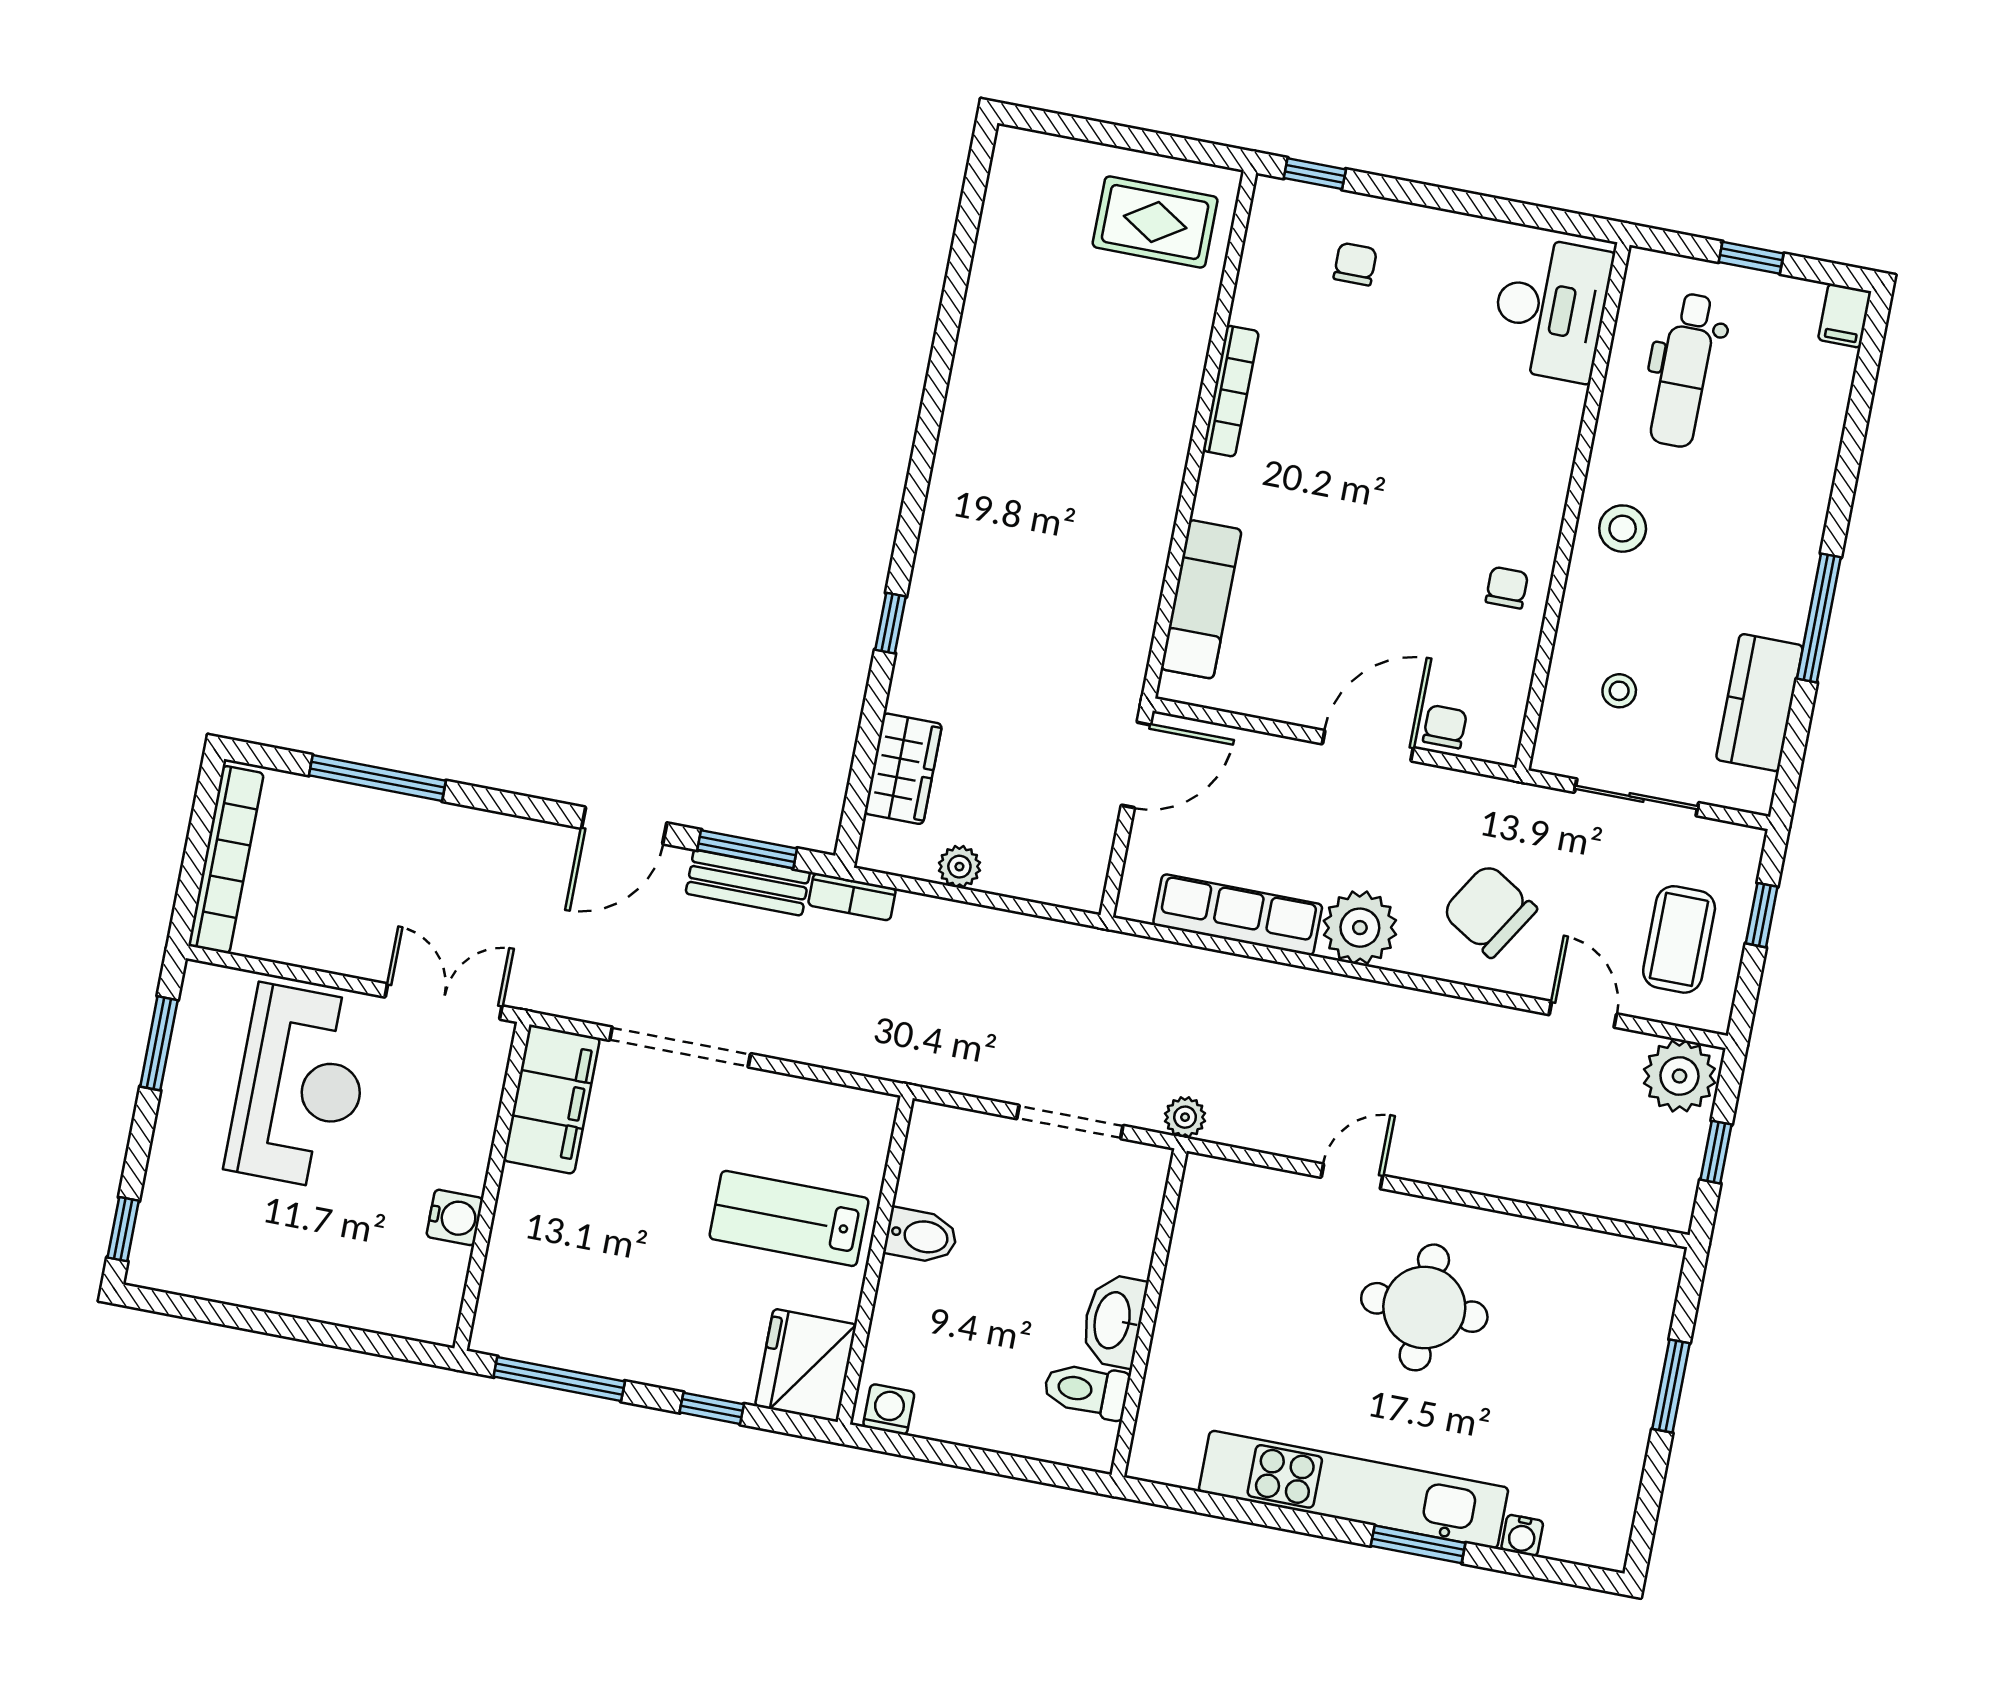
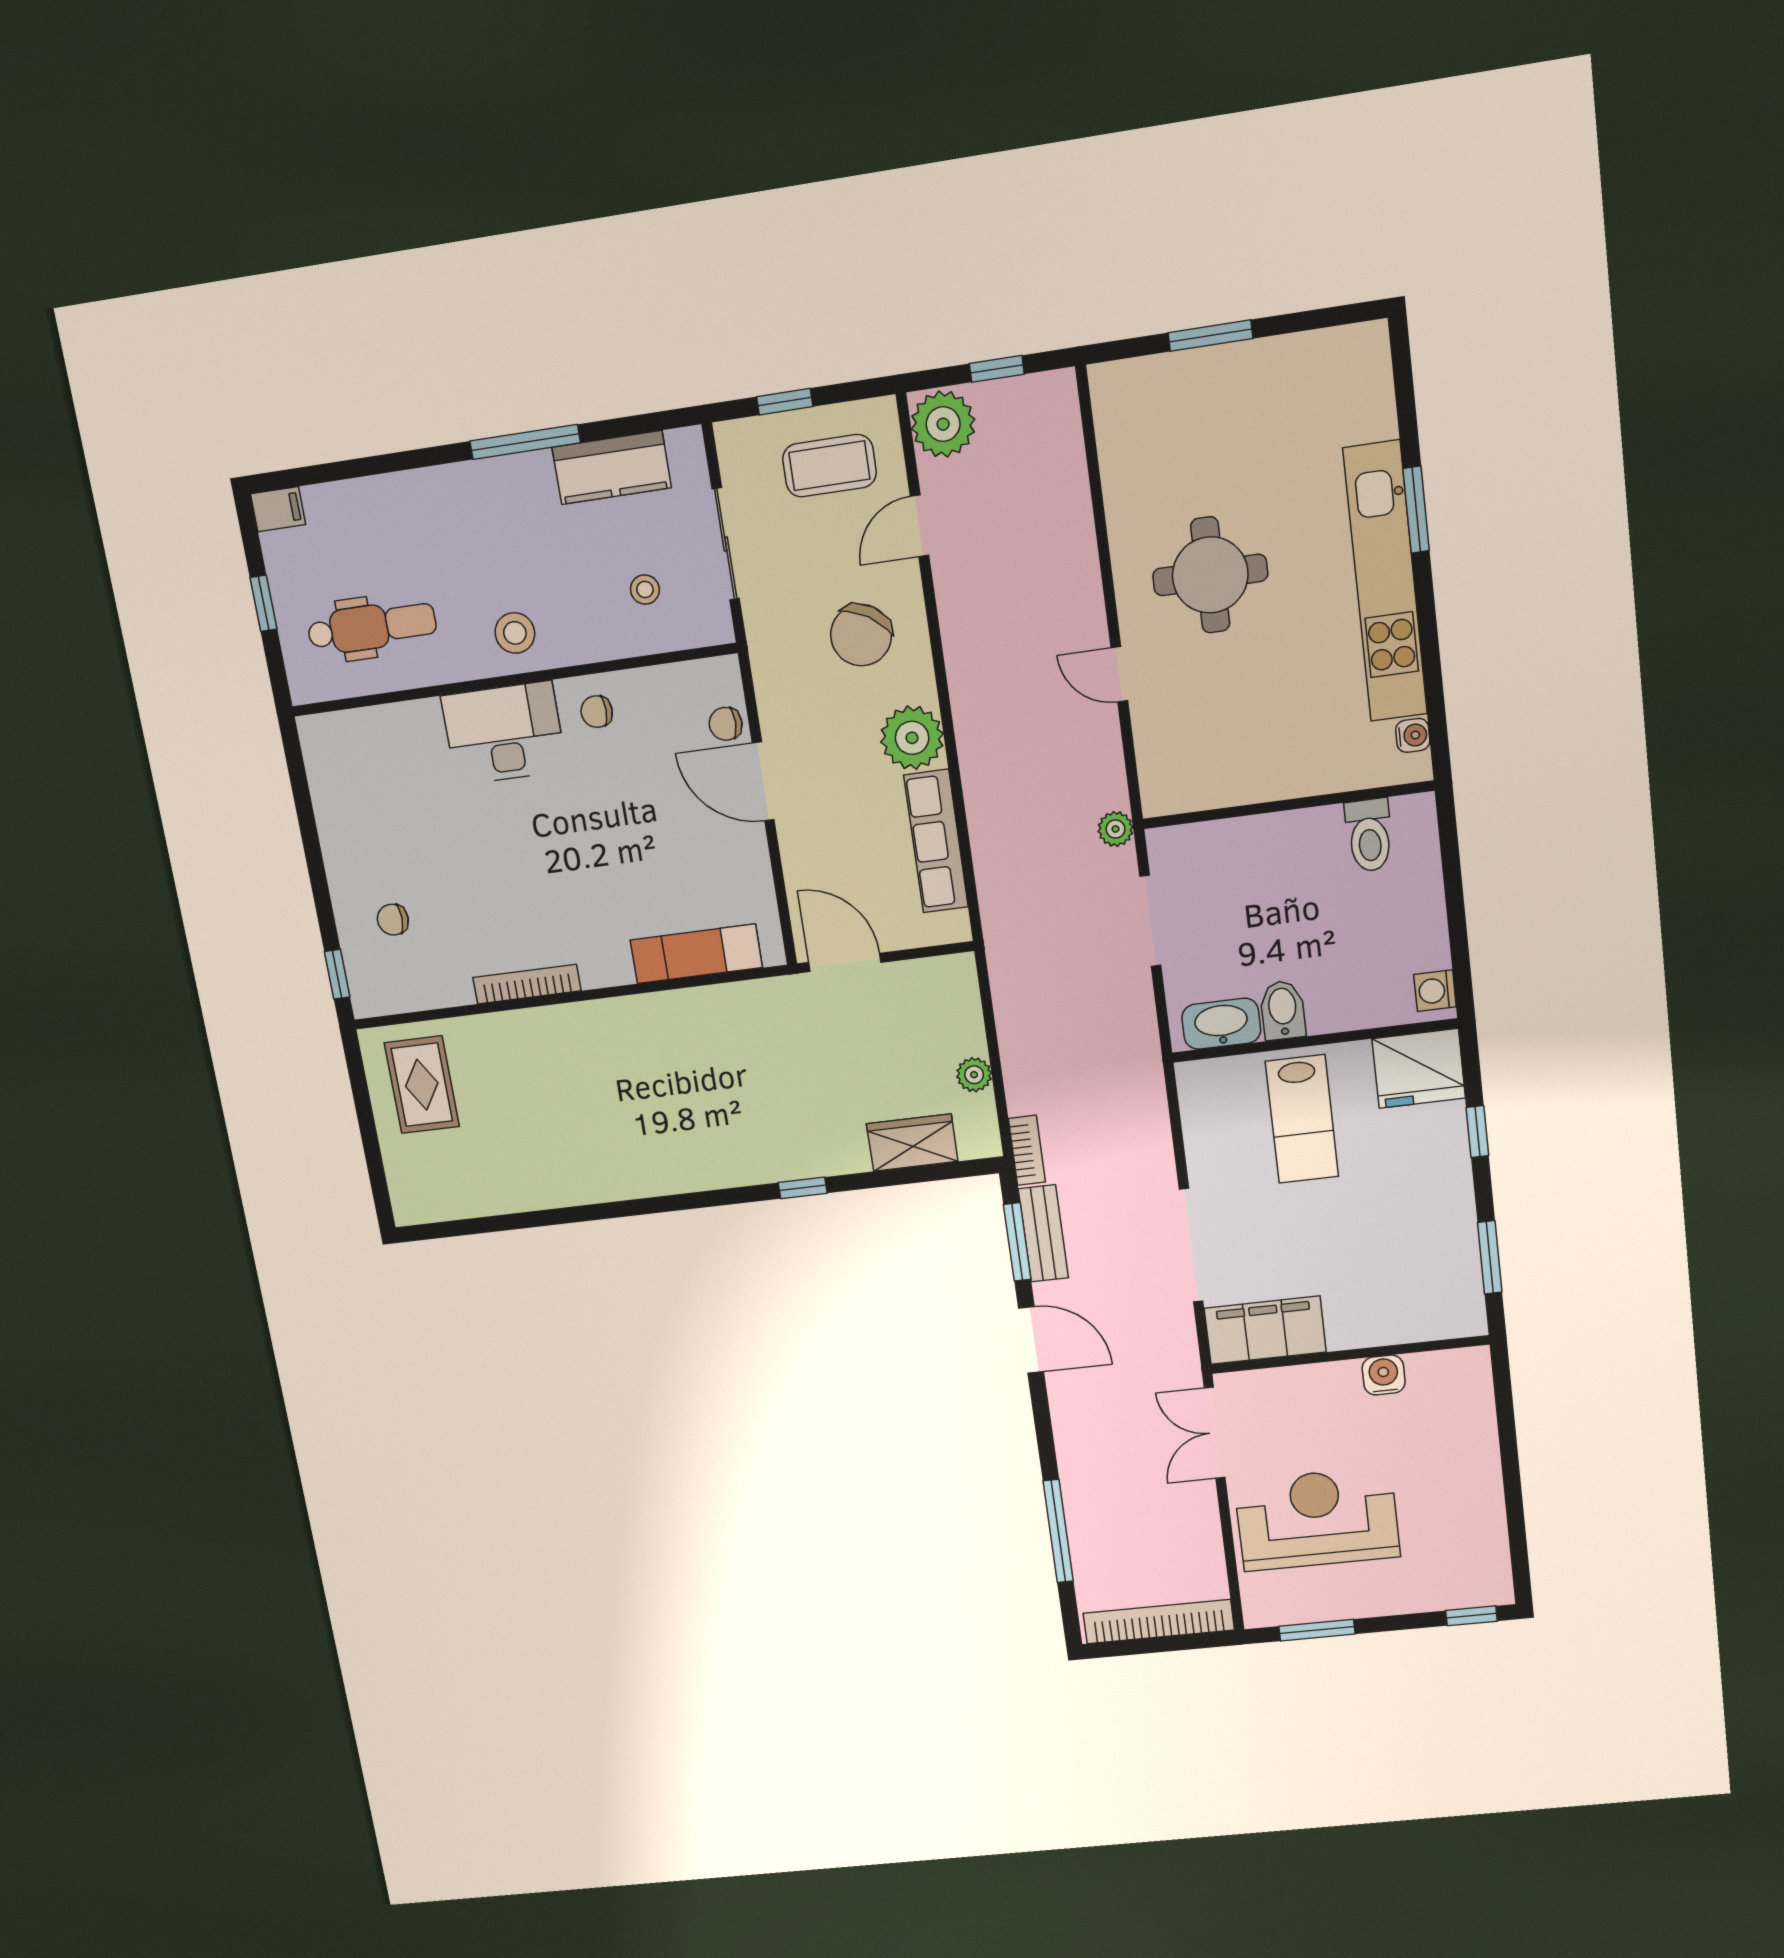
desk: (1551, 309) -> (504, 733), moved
washbasin: (1114, 1321) -> (1221, 1024), moved, turned 180
window: (559, 1379) -> (1490, 1257), width x0.69
water cooler: (1522, 1535) -> (1413, 735), moved

